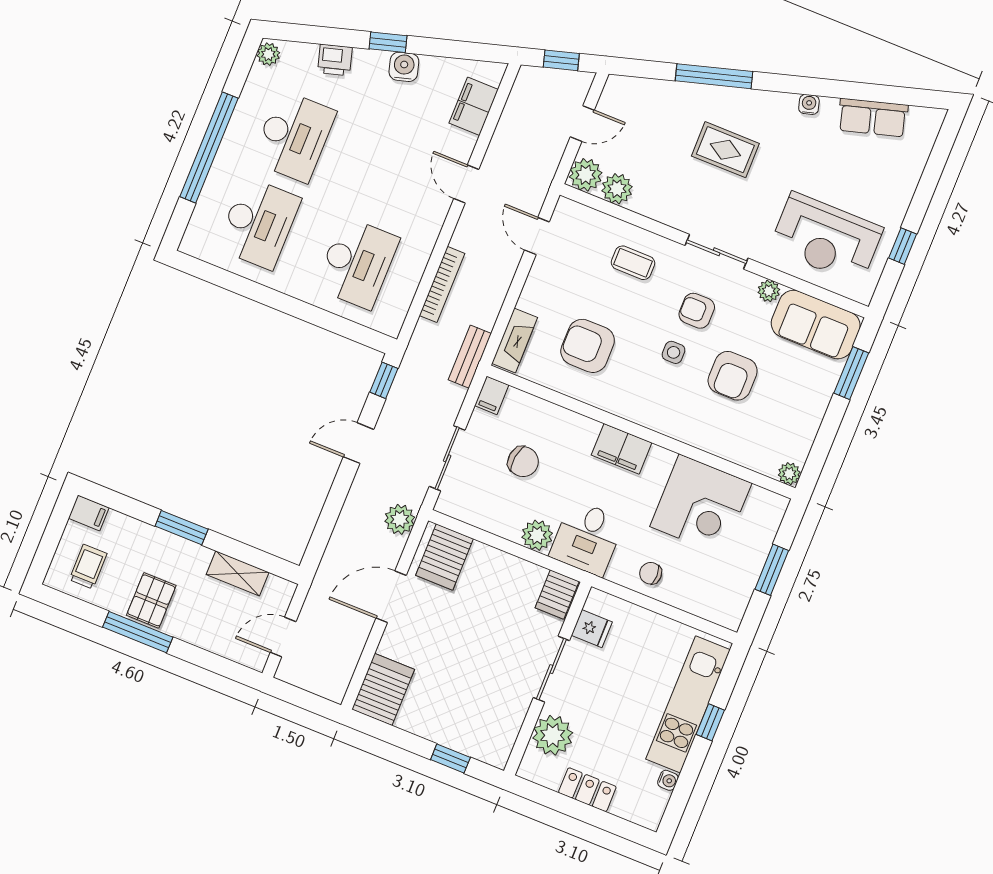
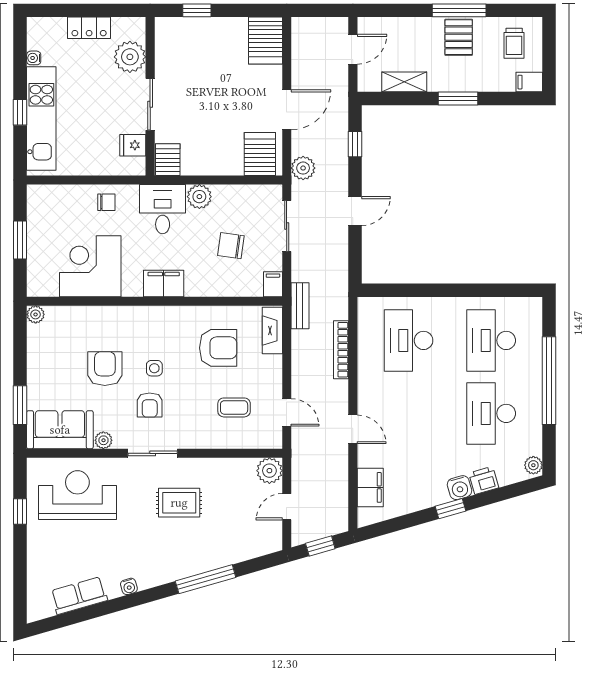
water cooler: (404, 67) -> (459, 488), moved
rug: (725, 150) -> (179, 503), moved
plant: (617, 189) -> (243, 470), removed
coffee table: (633, 263) -> (234, 407), moved
armchair: (697, 311) -> (150, 405), turned 90
window: (384, 380) -> (355, 144), moved

